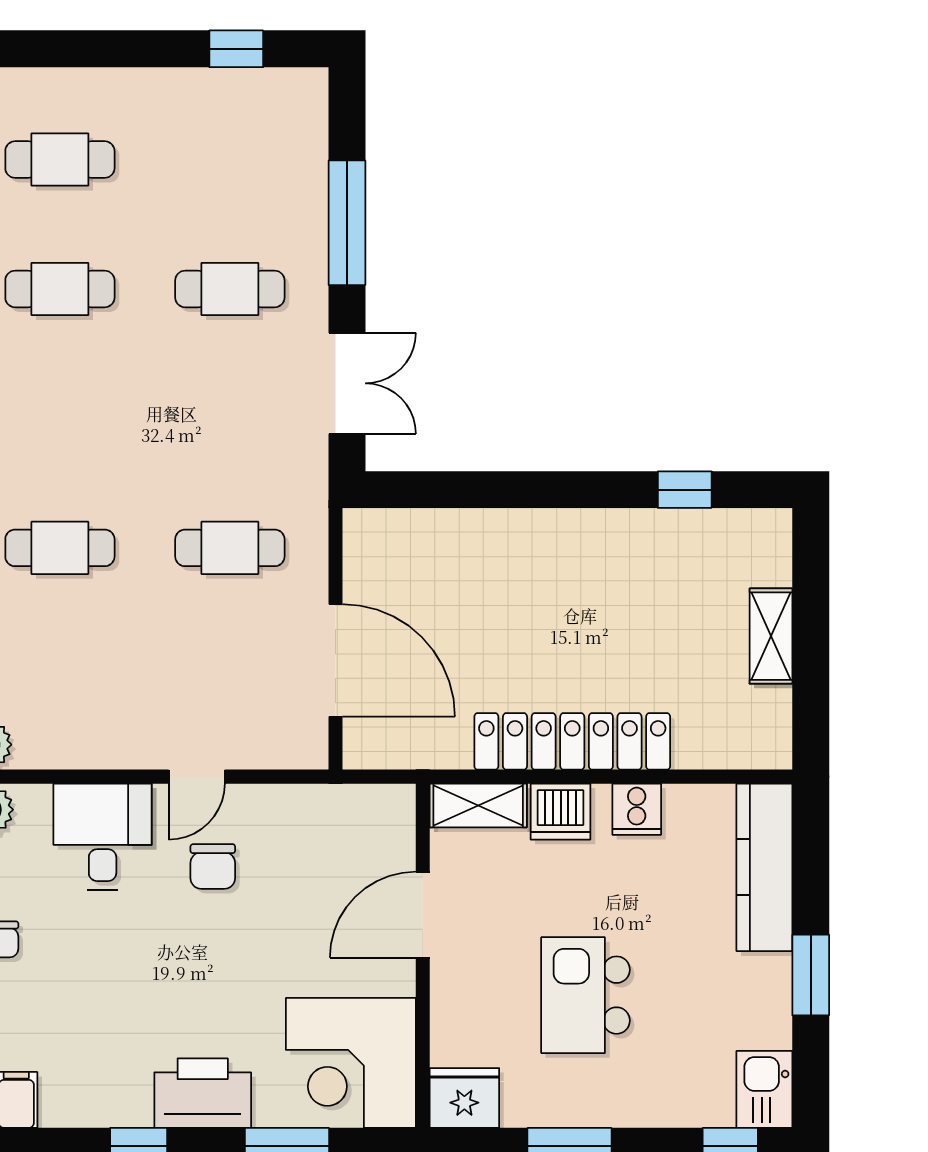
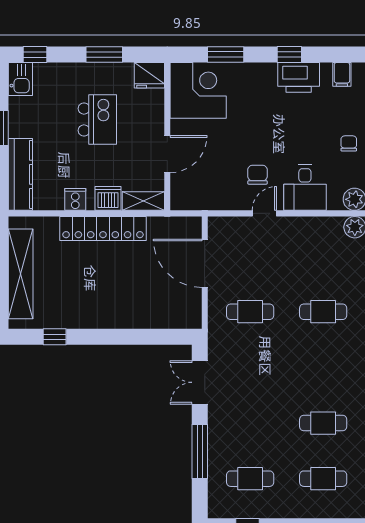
cafe table: (230, 289) -> (250, 479), moved
shelving: (771, 636) -> (21, 274), width x2.20, depth x1.33
printer: (203, 1093) -> (299, 77), moved

